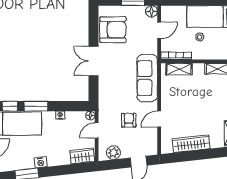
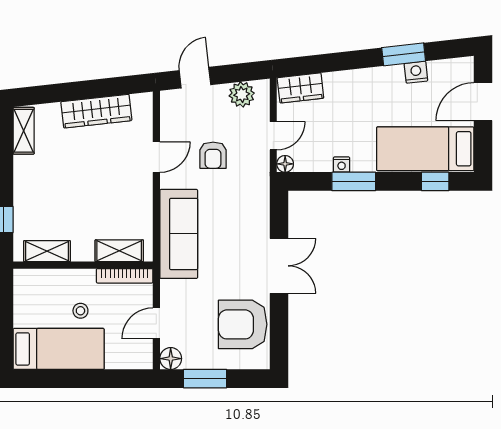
window: (36, 106) -> (354, 181), moved
nightstand: (41, 162) -> (416, 72), moved

